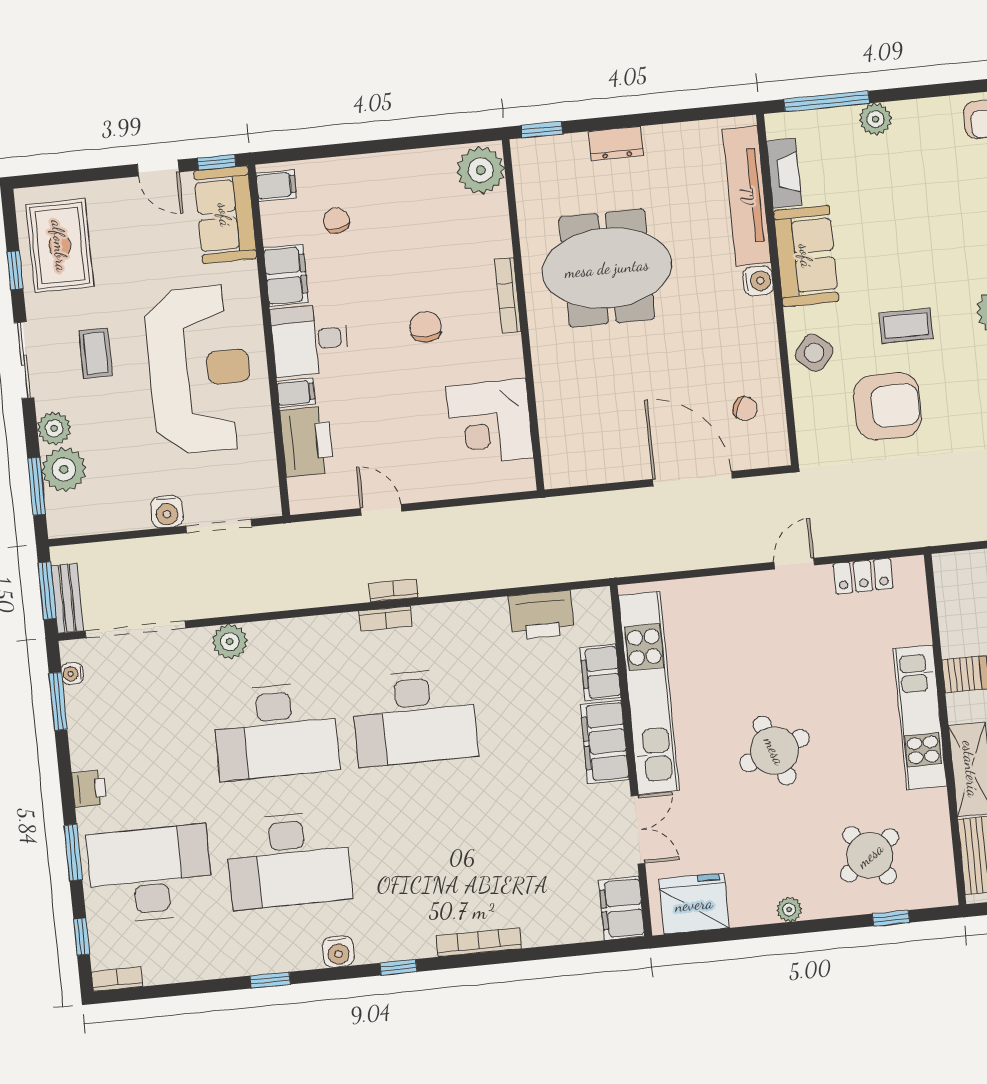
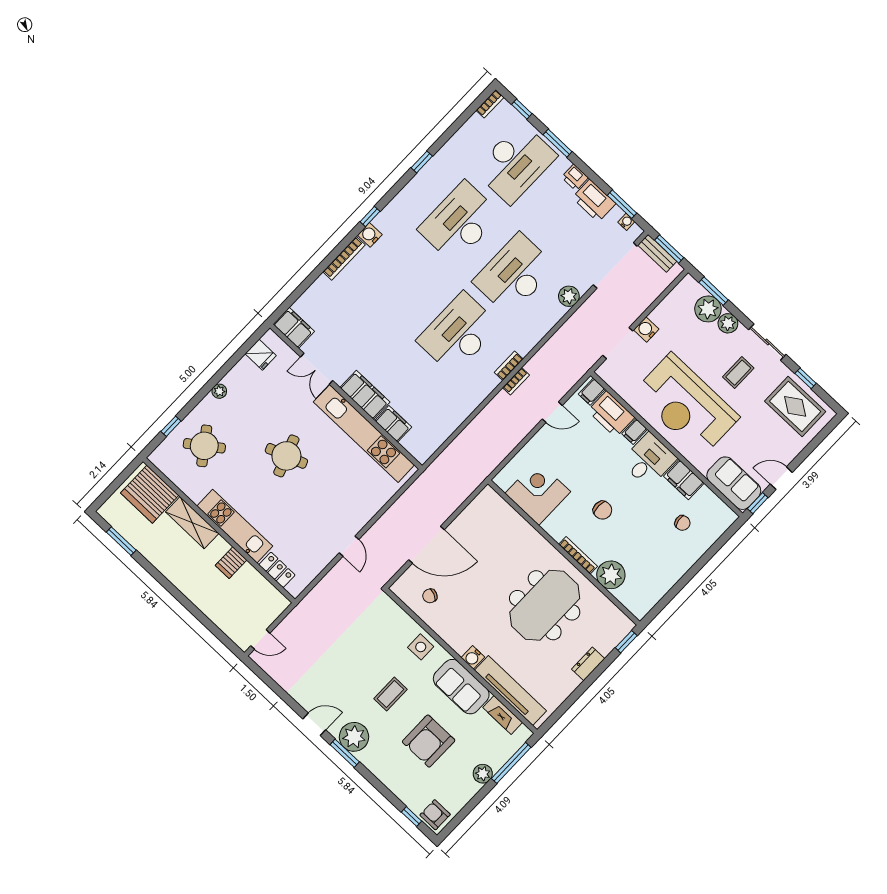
plant: (481, 170) -> (611, 575), moved
filing cabinet: (276, 185) -> (592, 392), moved
coffee table: (96, 353) -> (738, 373), turned 90
side table: (814, 353) -> (421, 647), turned -38
armchair: (887, 406) -> (429, 741), moved
locker: (863, 576) -> (277, 570), moved, turned 90
printer: (542, 615) -> (594, 201), moved, turned -90
fridge: (694, 904) -> (261, 355), width x0.53, depth x0.75
water cooler: (338, 952) -> (370, 235), moved

